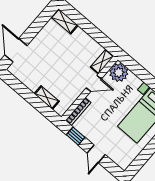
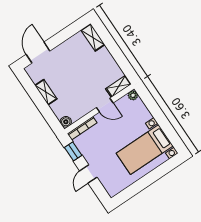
plant: (119, 72) -> (133, 95), width x0.53, depth x0.53
shelving: (47, 97) -> (46, 92), moved
boiler: (61, 110) -> (66, 122), added

